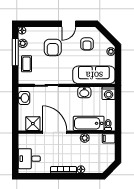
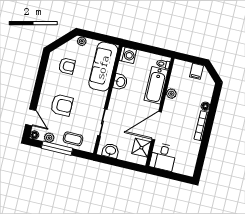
door: (69, 24) -> (31, 117), moved
filing cabinet: (109, 138) -> (196, 71), moved
desk: (29, 159) -> (163, 157), moved

